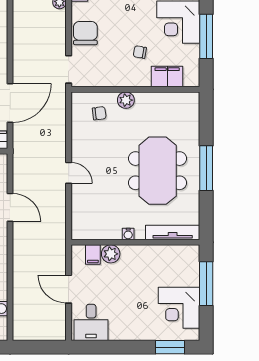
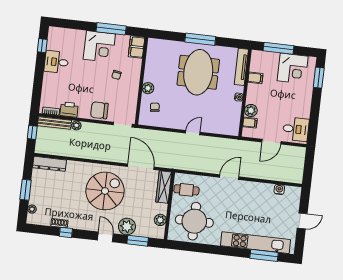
filing cabinet: (167, 76) -> (137, 47), moved
meeting table: (158, 171) -> (198, 72), turned 90
door: (10, 207) -> (229, 177), moved
filing cabinet: (159, 255) -> (255, 78), added

